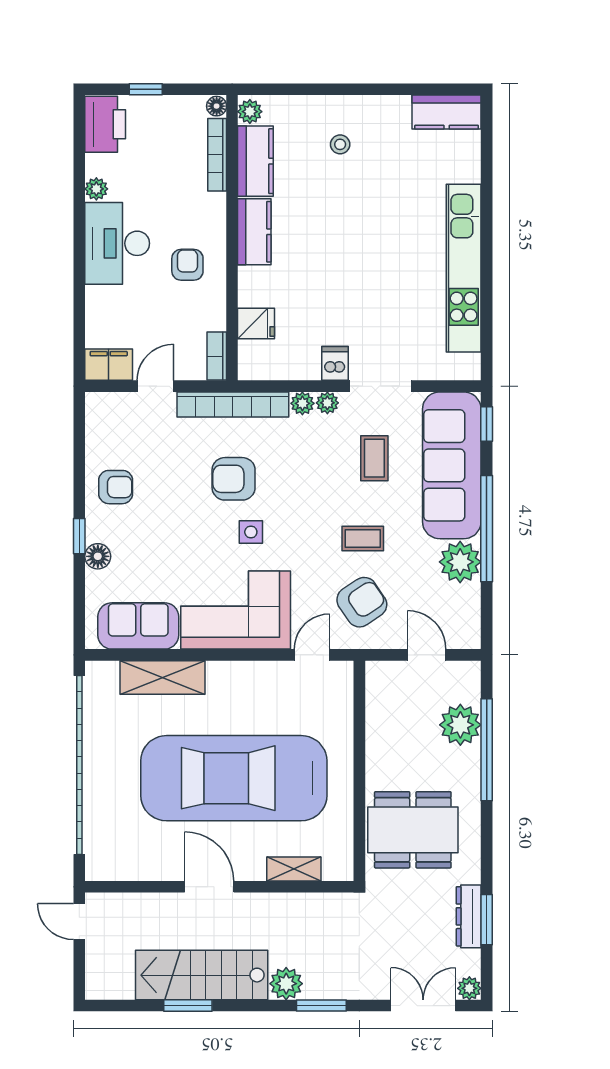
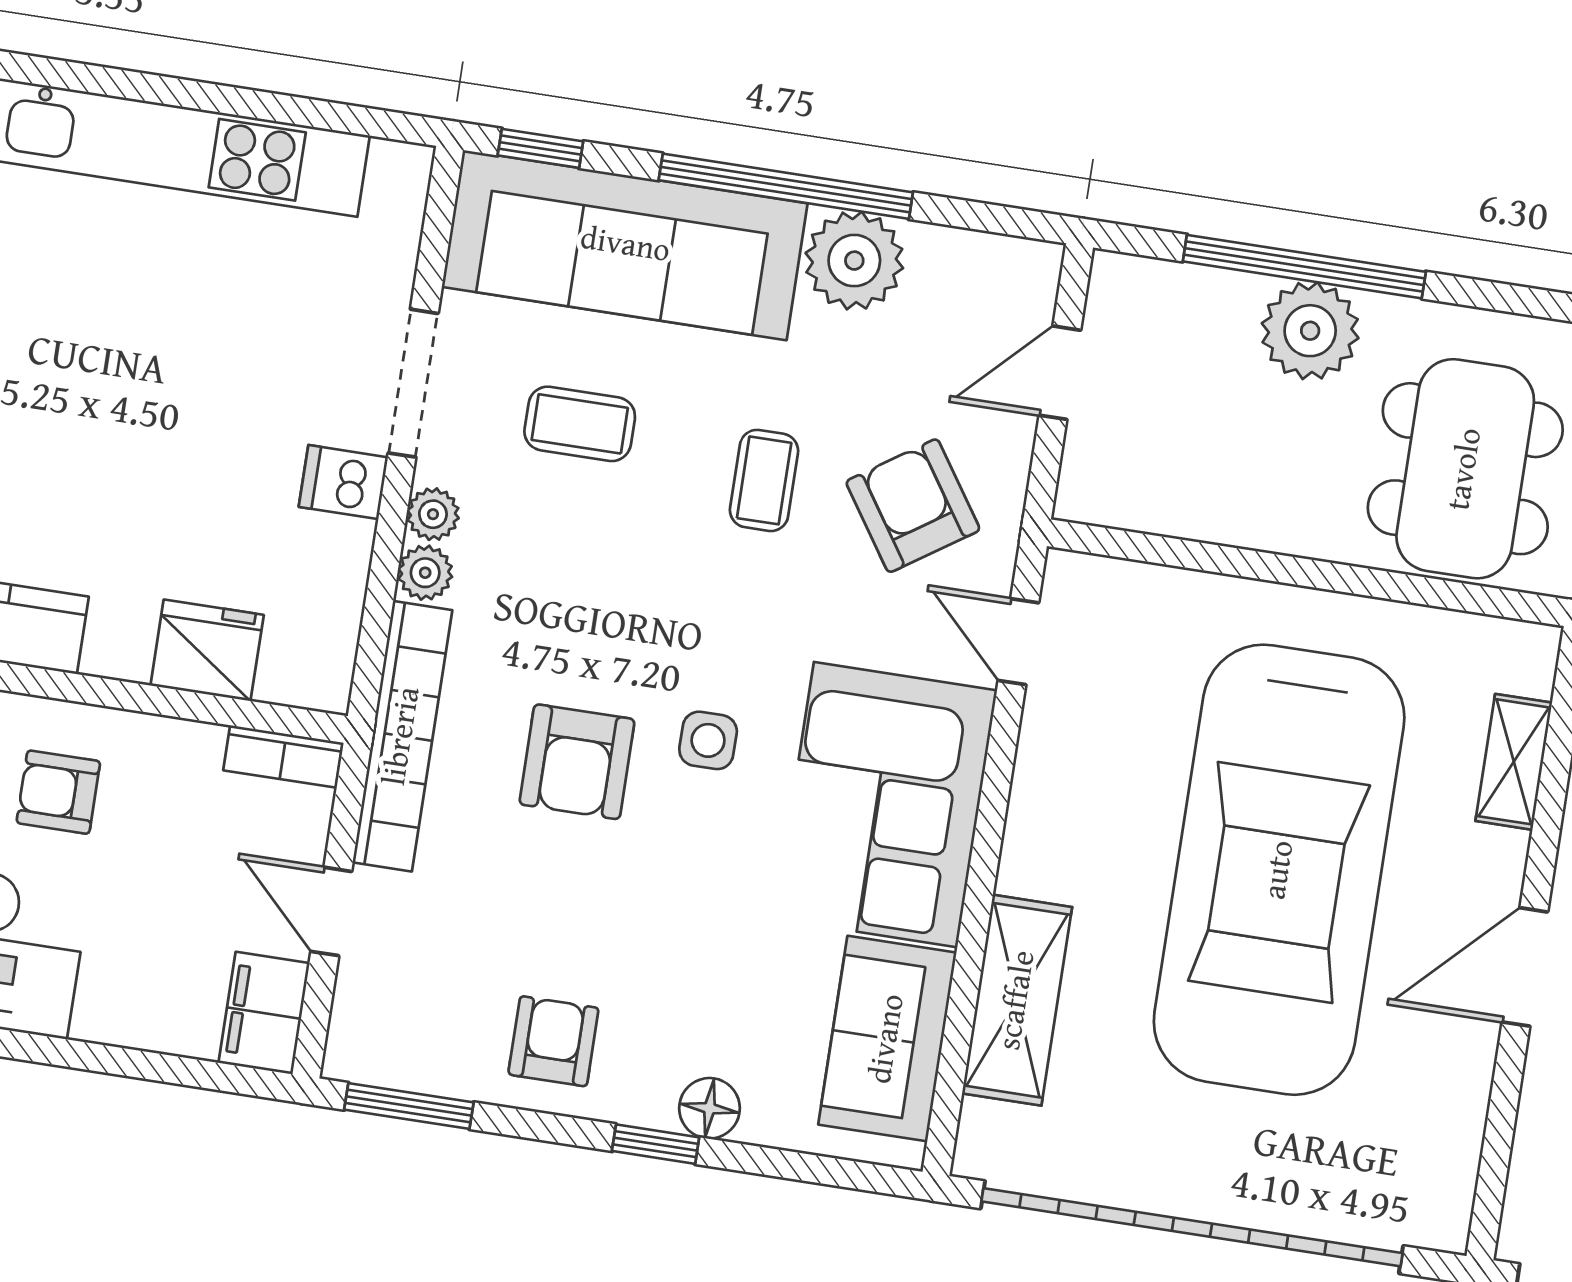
fridge: (256, 324) -> (207, 650), width x1.38
window: (79, 431) -> (409, 1106), added
plant: (460, 725) -> (1310, 331), moved

